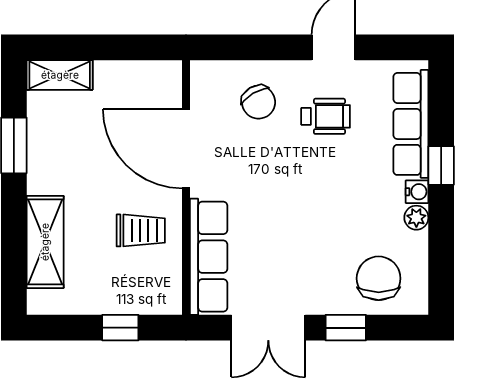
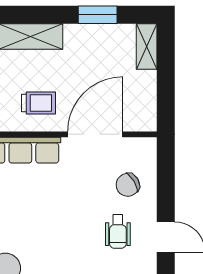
trolley: (141, 230) -> (39, 103), turned -90

